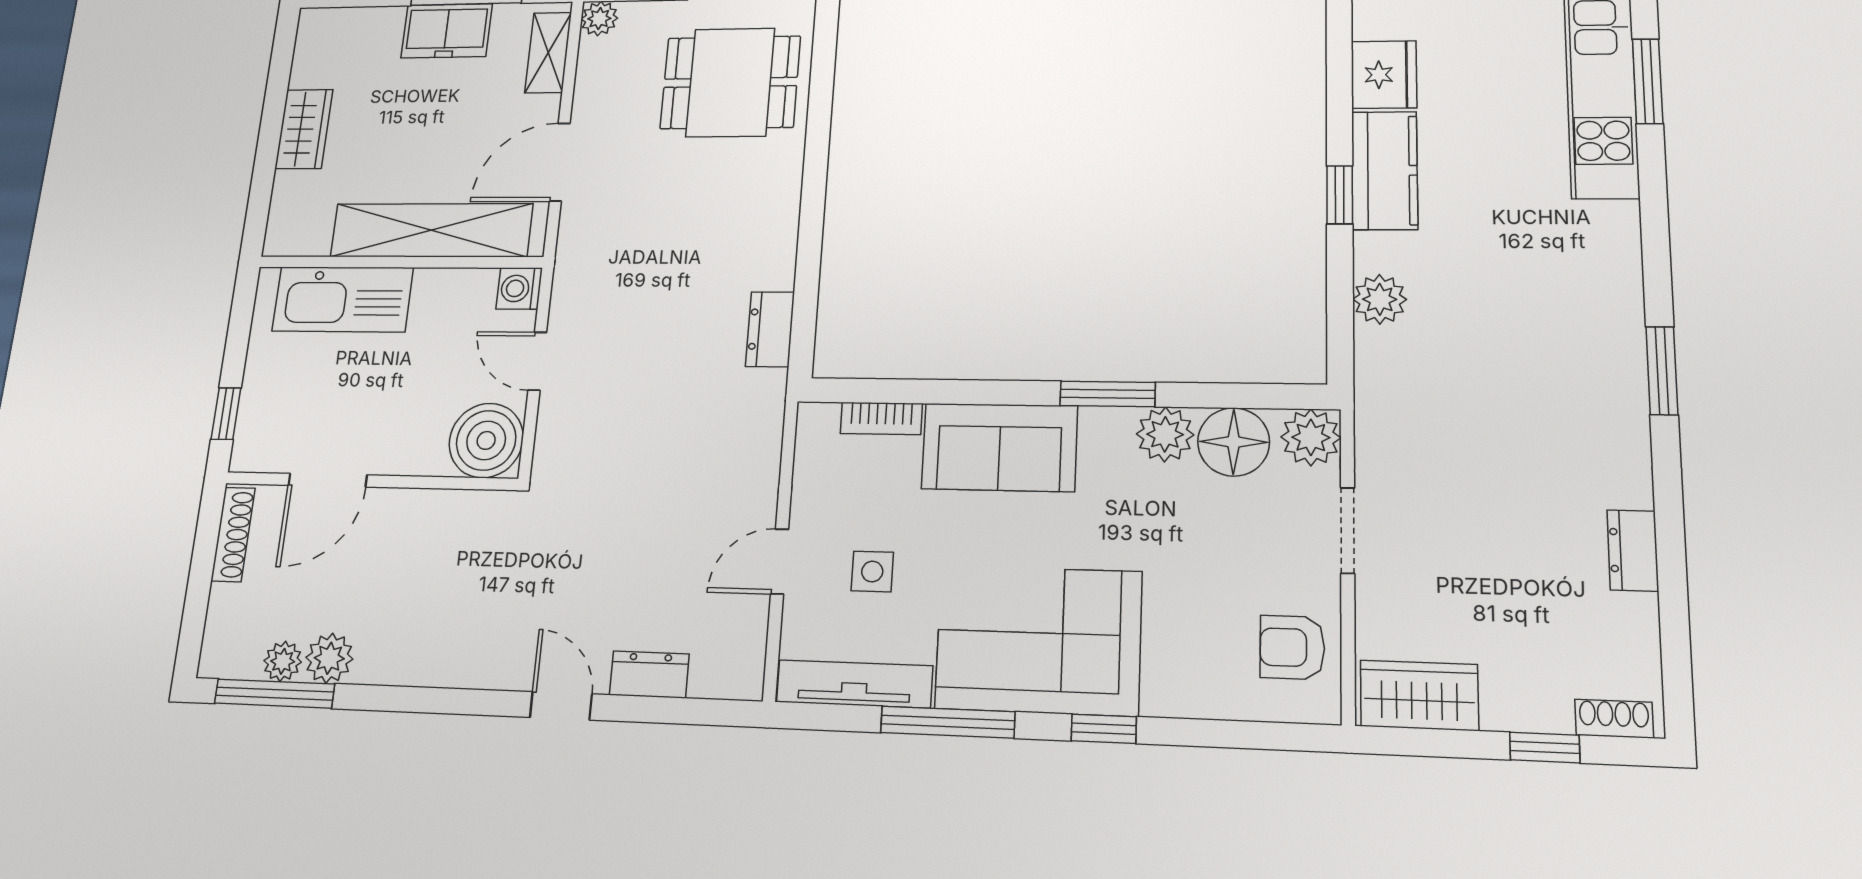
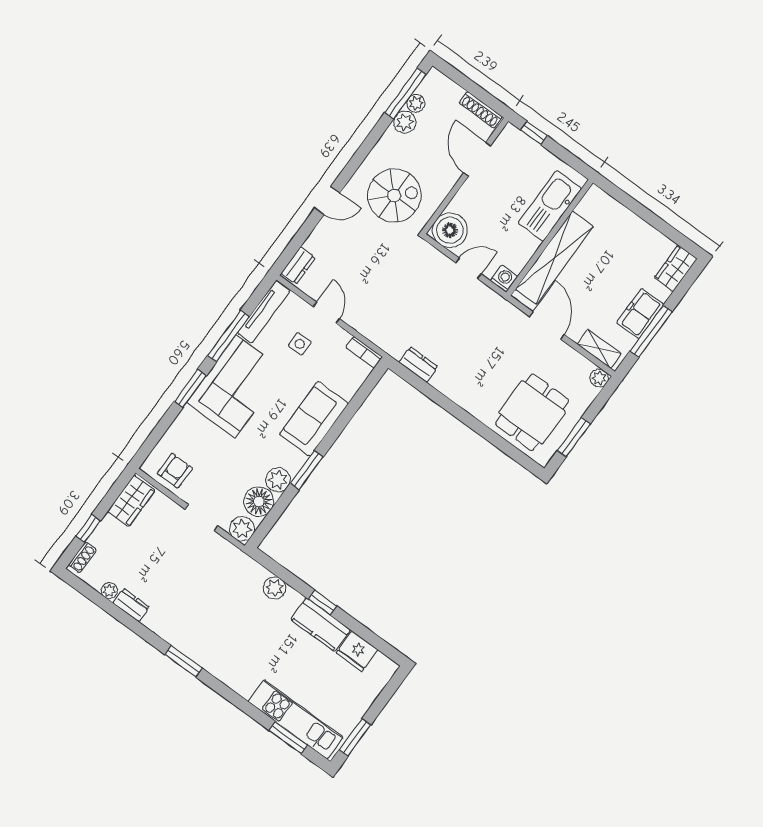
wardrobe: (304, 129) -> (676, 268), moved, turned 90
bookcase: (881, 418) -> (364, 352), moved, turned -90
spiral stairs: (479, 585) -> (394, 196), added
plant: (1639, 615) -> (109, 591), added
dresser: (649, 675) -> (298, 265), moved
window: (1104, 729) -> (190, 388), width x1.50

